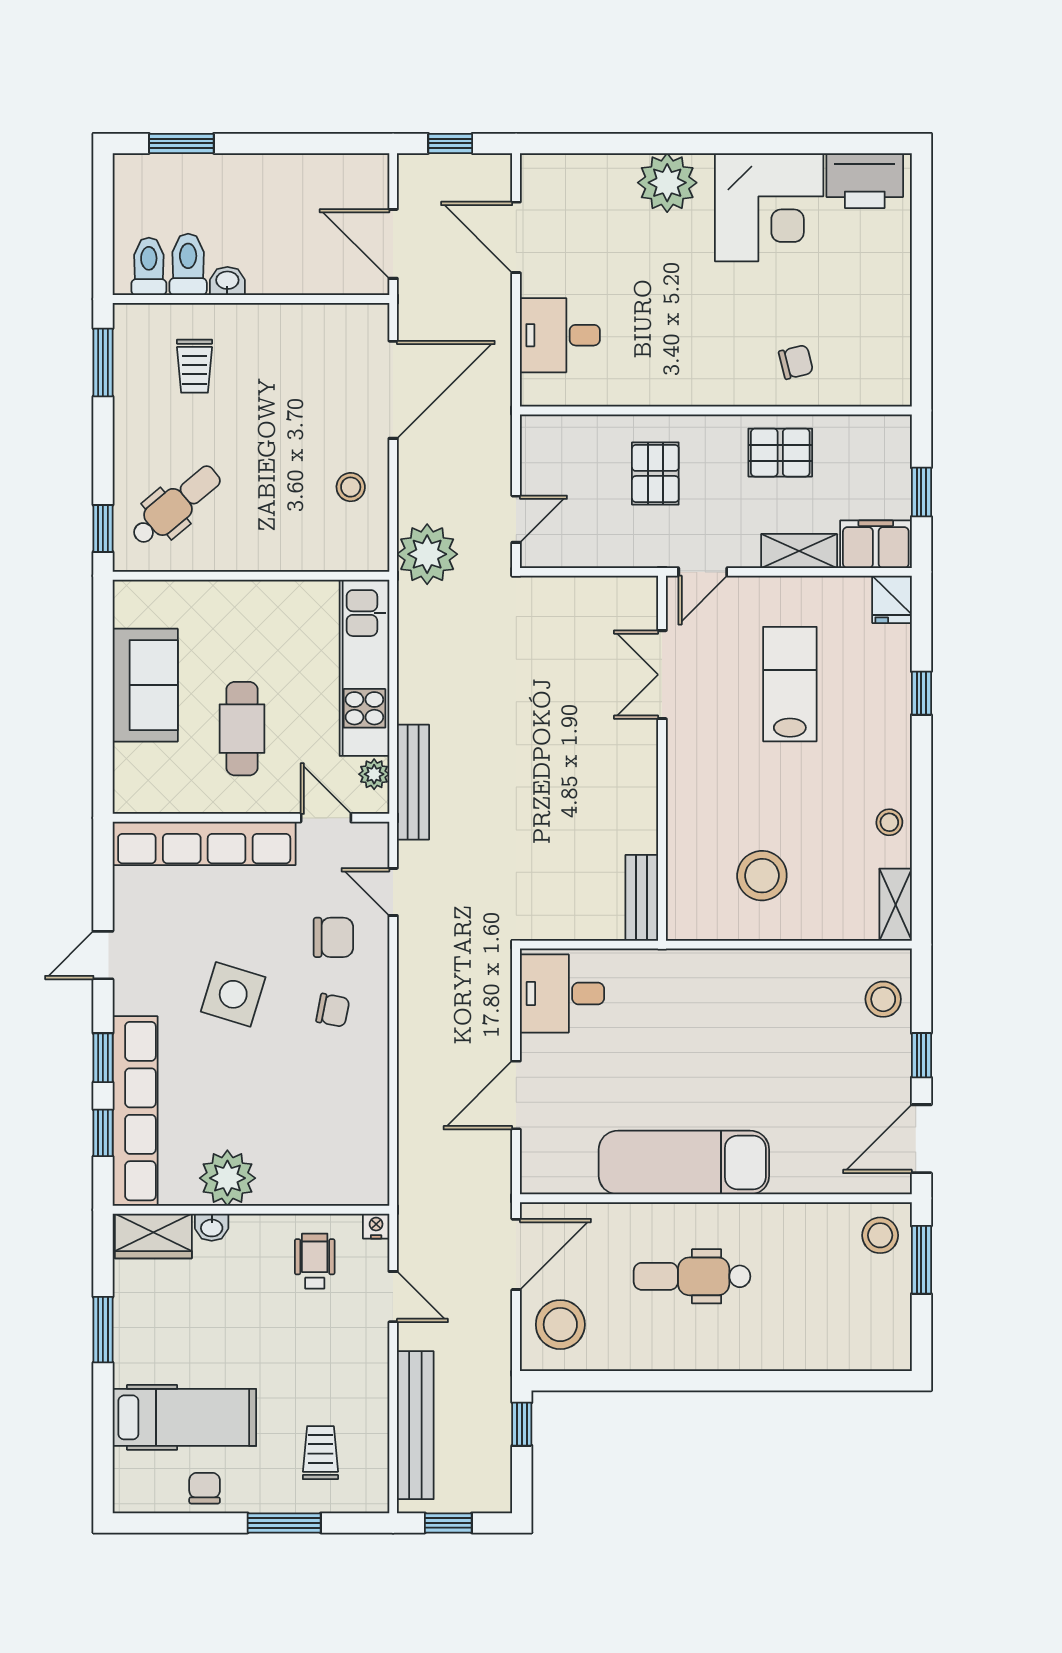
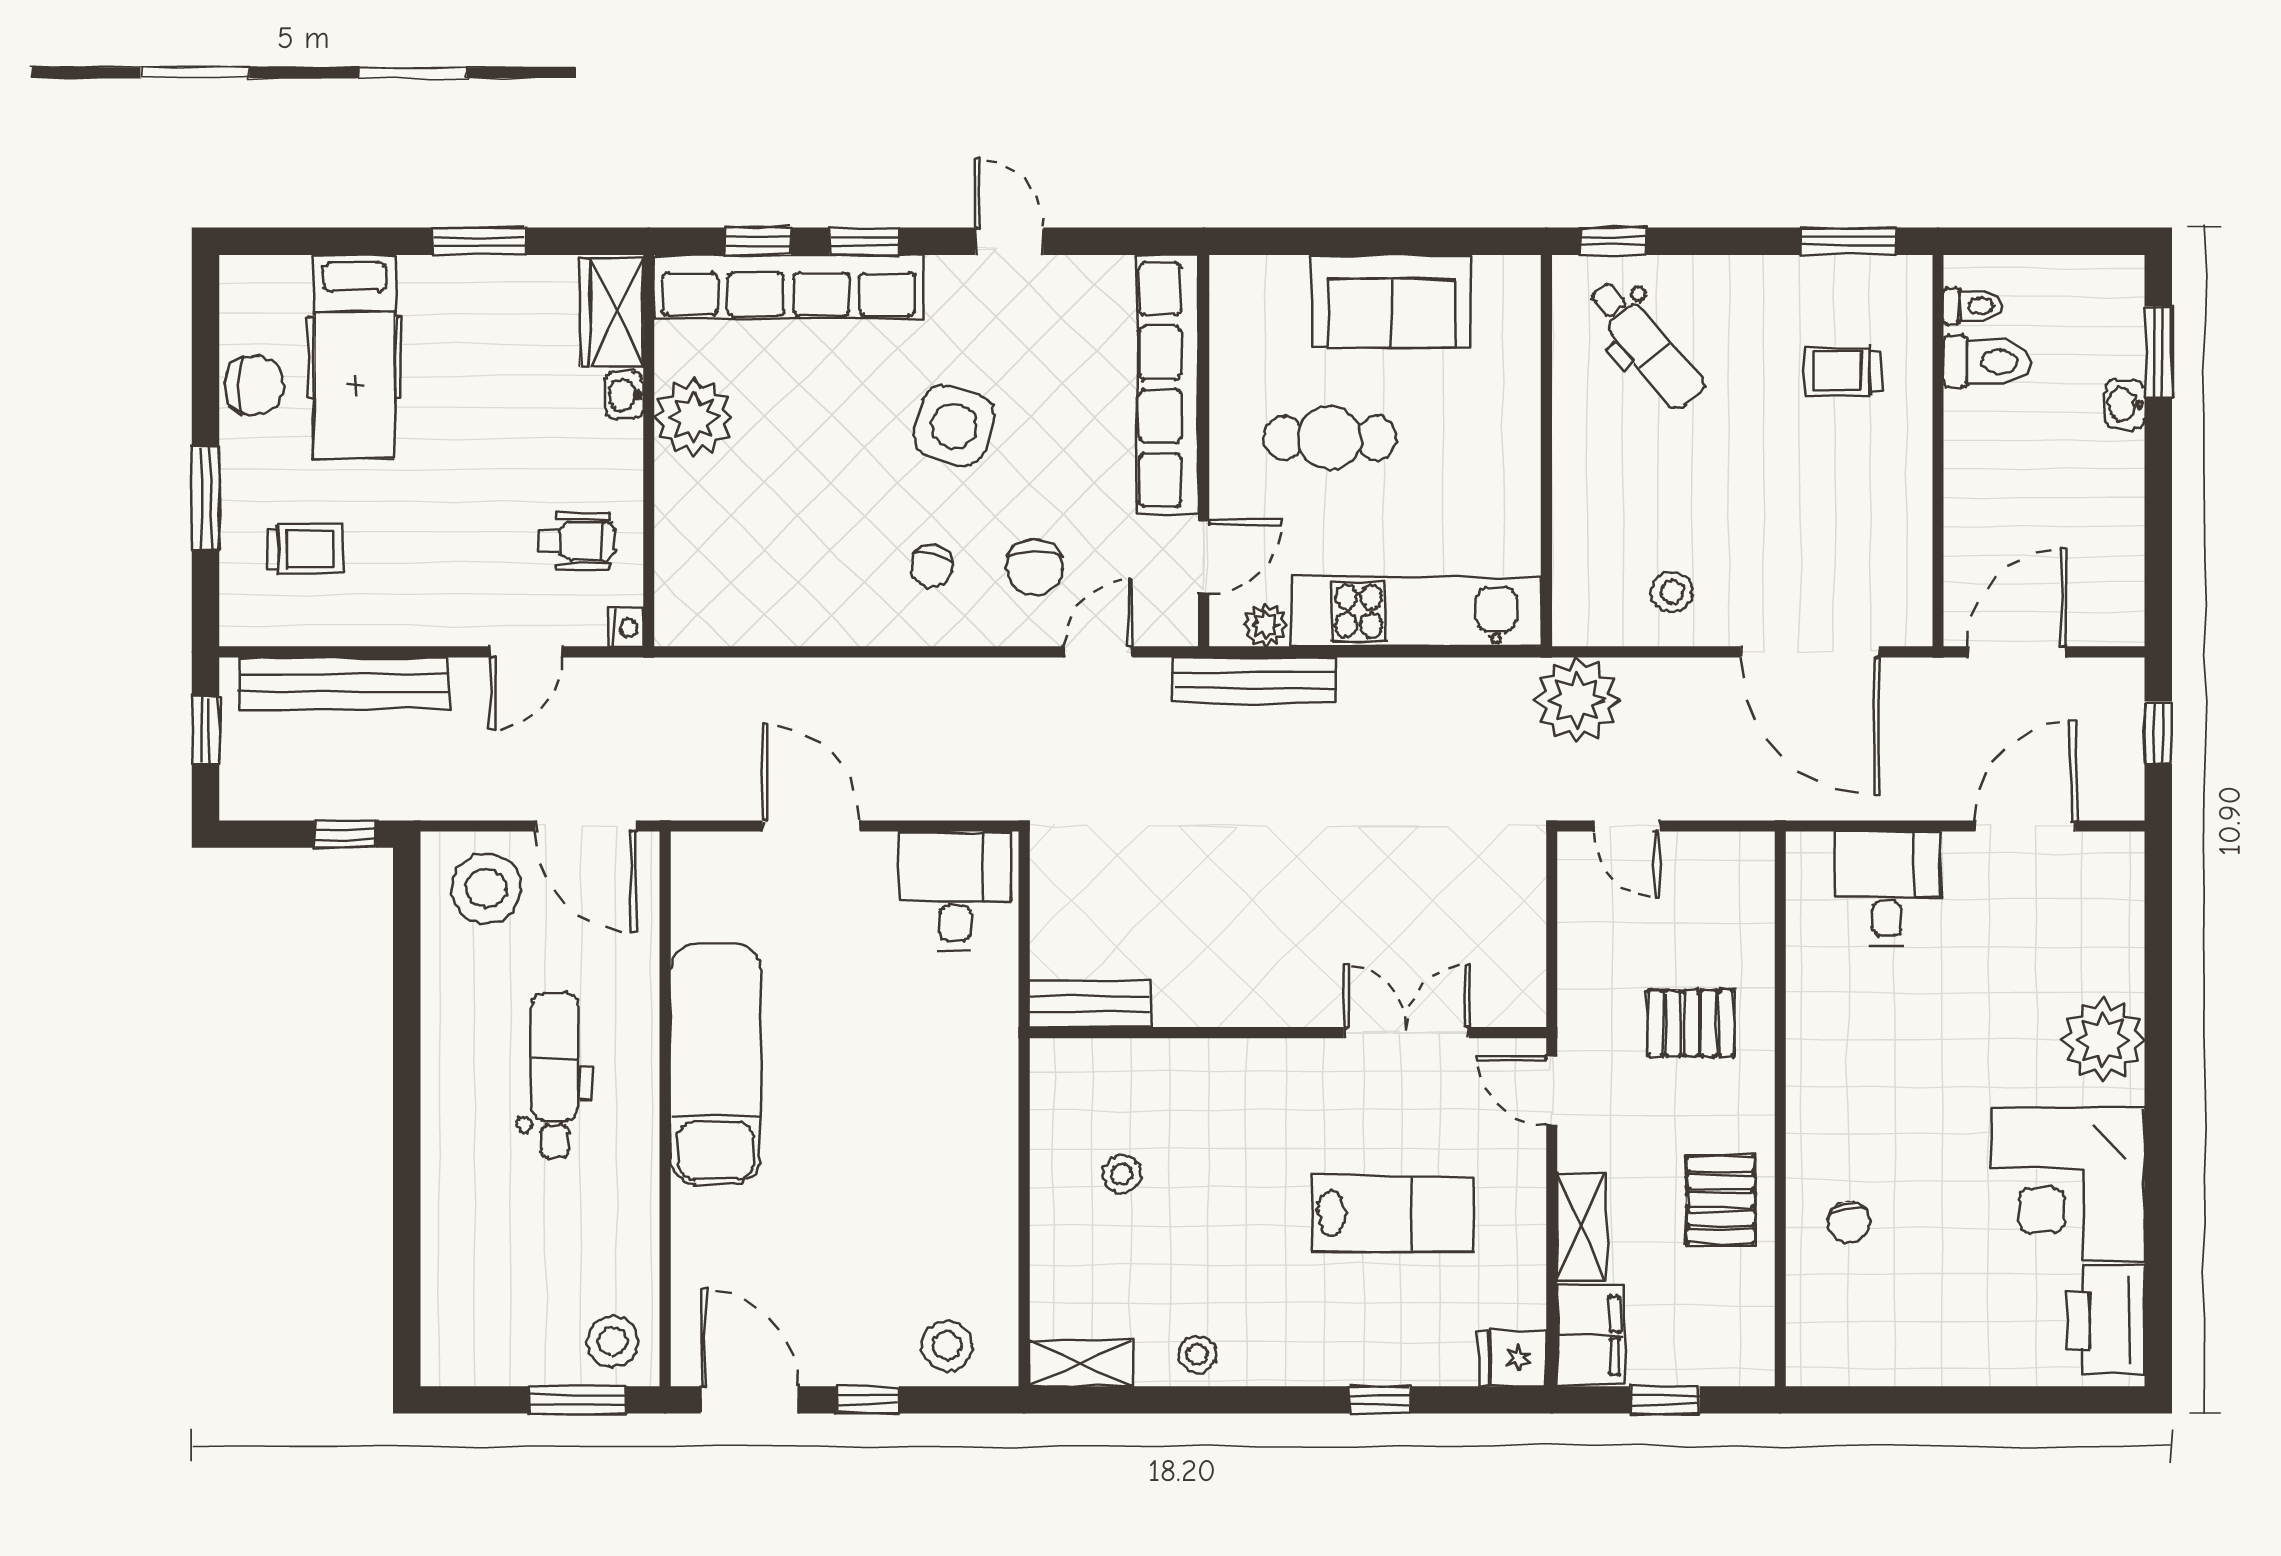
toilet: (149, 266) -> (1973, 306), width x0.73, depth x0.72
washbasin: (227, 281) -> (2125, 404), moved, turned 180
stool: (762, 876) -> (1122, 1174), width x0.53, depth x0.53
chair: (205, 1488) -> (255, 385), width x1.37, depth x1.37

